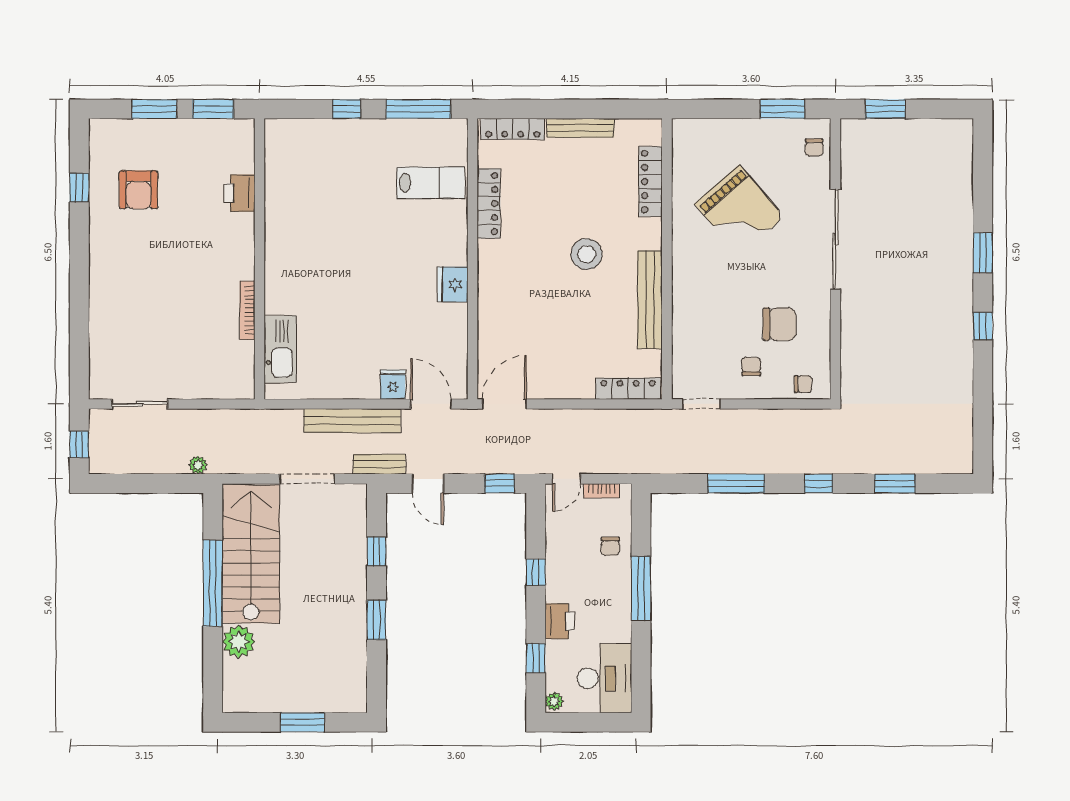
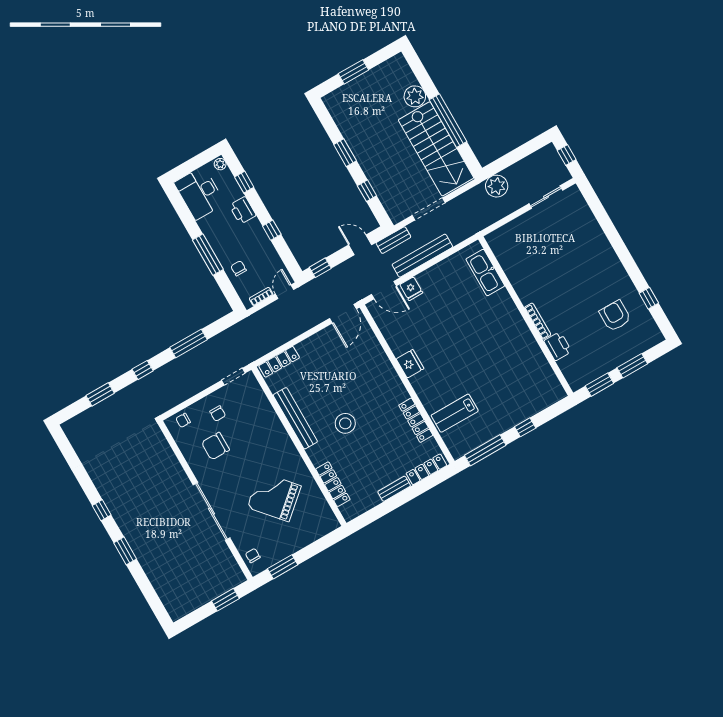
bench: (580, 128) -> (394, 489), width x0.73
bookcase: (247, 310) -> (538, 321), moved
plant: (198, 465) -> (497, 186), width x1.88, depth x1.88

